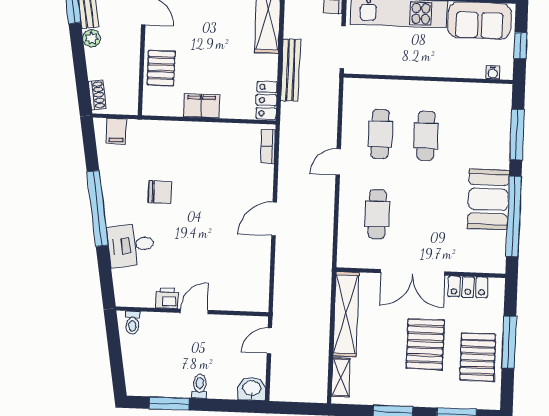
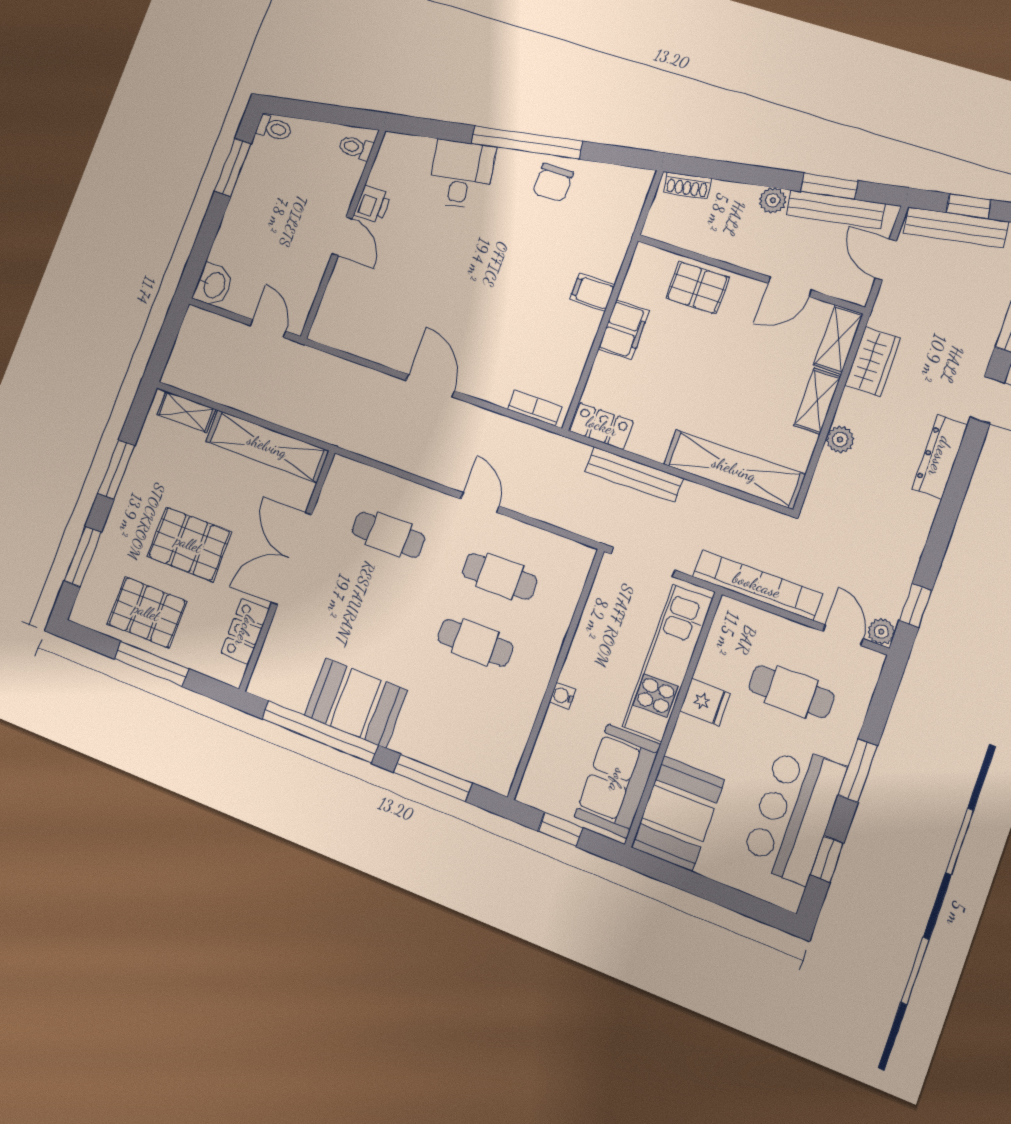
water cooler: (493, 72) -> (562, 696), moved
filing cabinet: (116, 131) -> (592, 292), moved
chair: (160, 192) -> (553, 183), moved
toilet: (200, 386) -> (274, 128), moved

